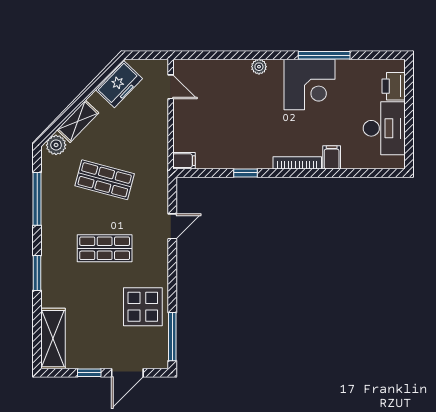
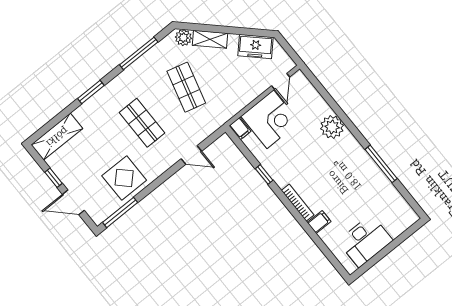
plant: (259, 67) -> (332, 127), width x1.88, depth x1.88
corner desk: (309, 84) -> (270, 119), moved, turned -90
printer: (394, 86) -> (397, 225), removed

